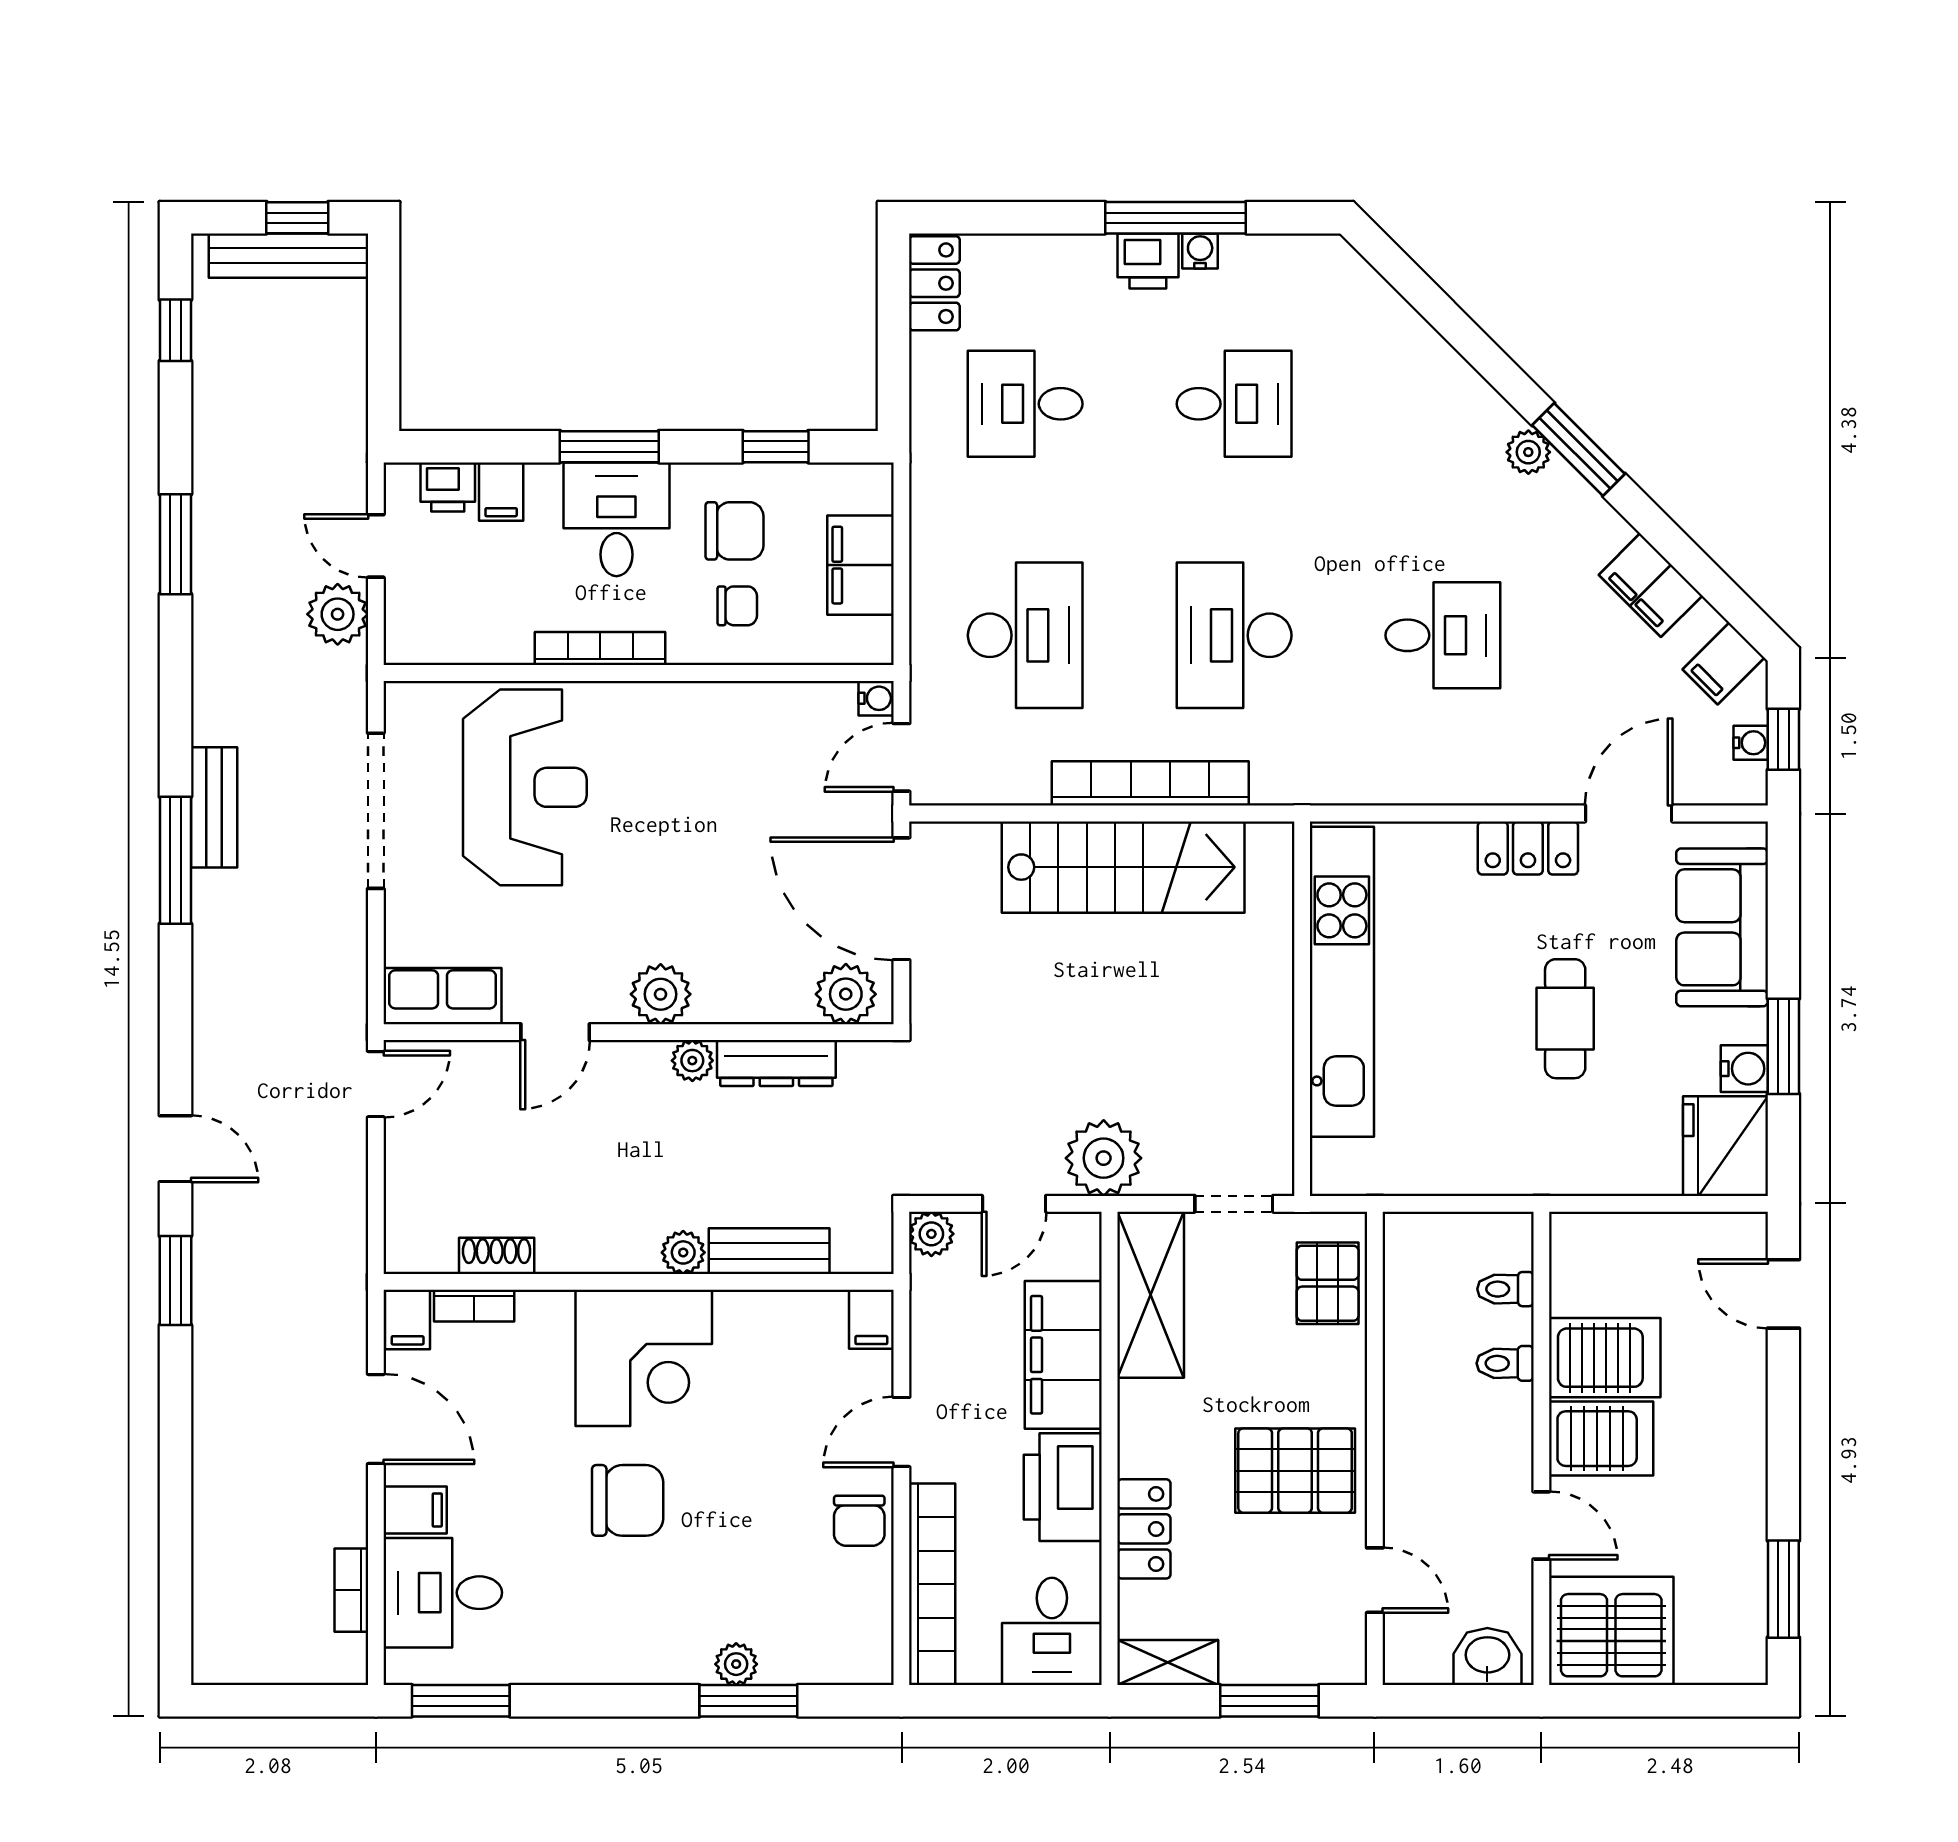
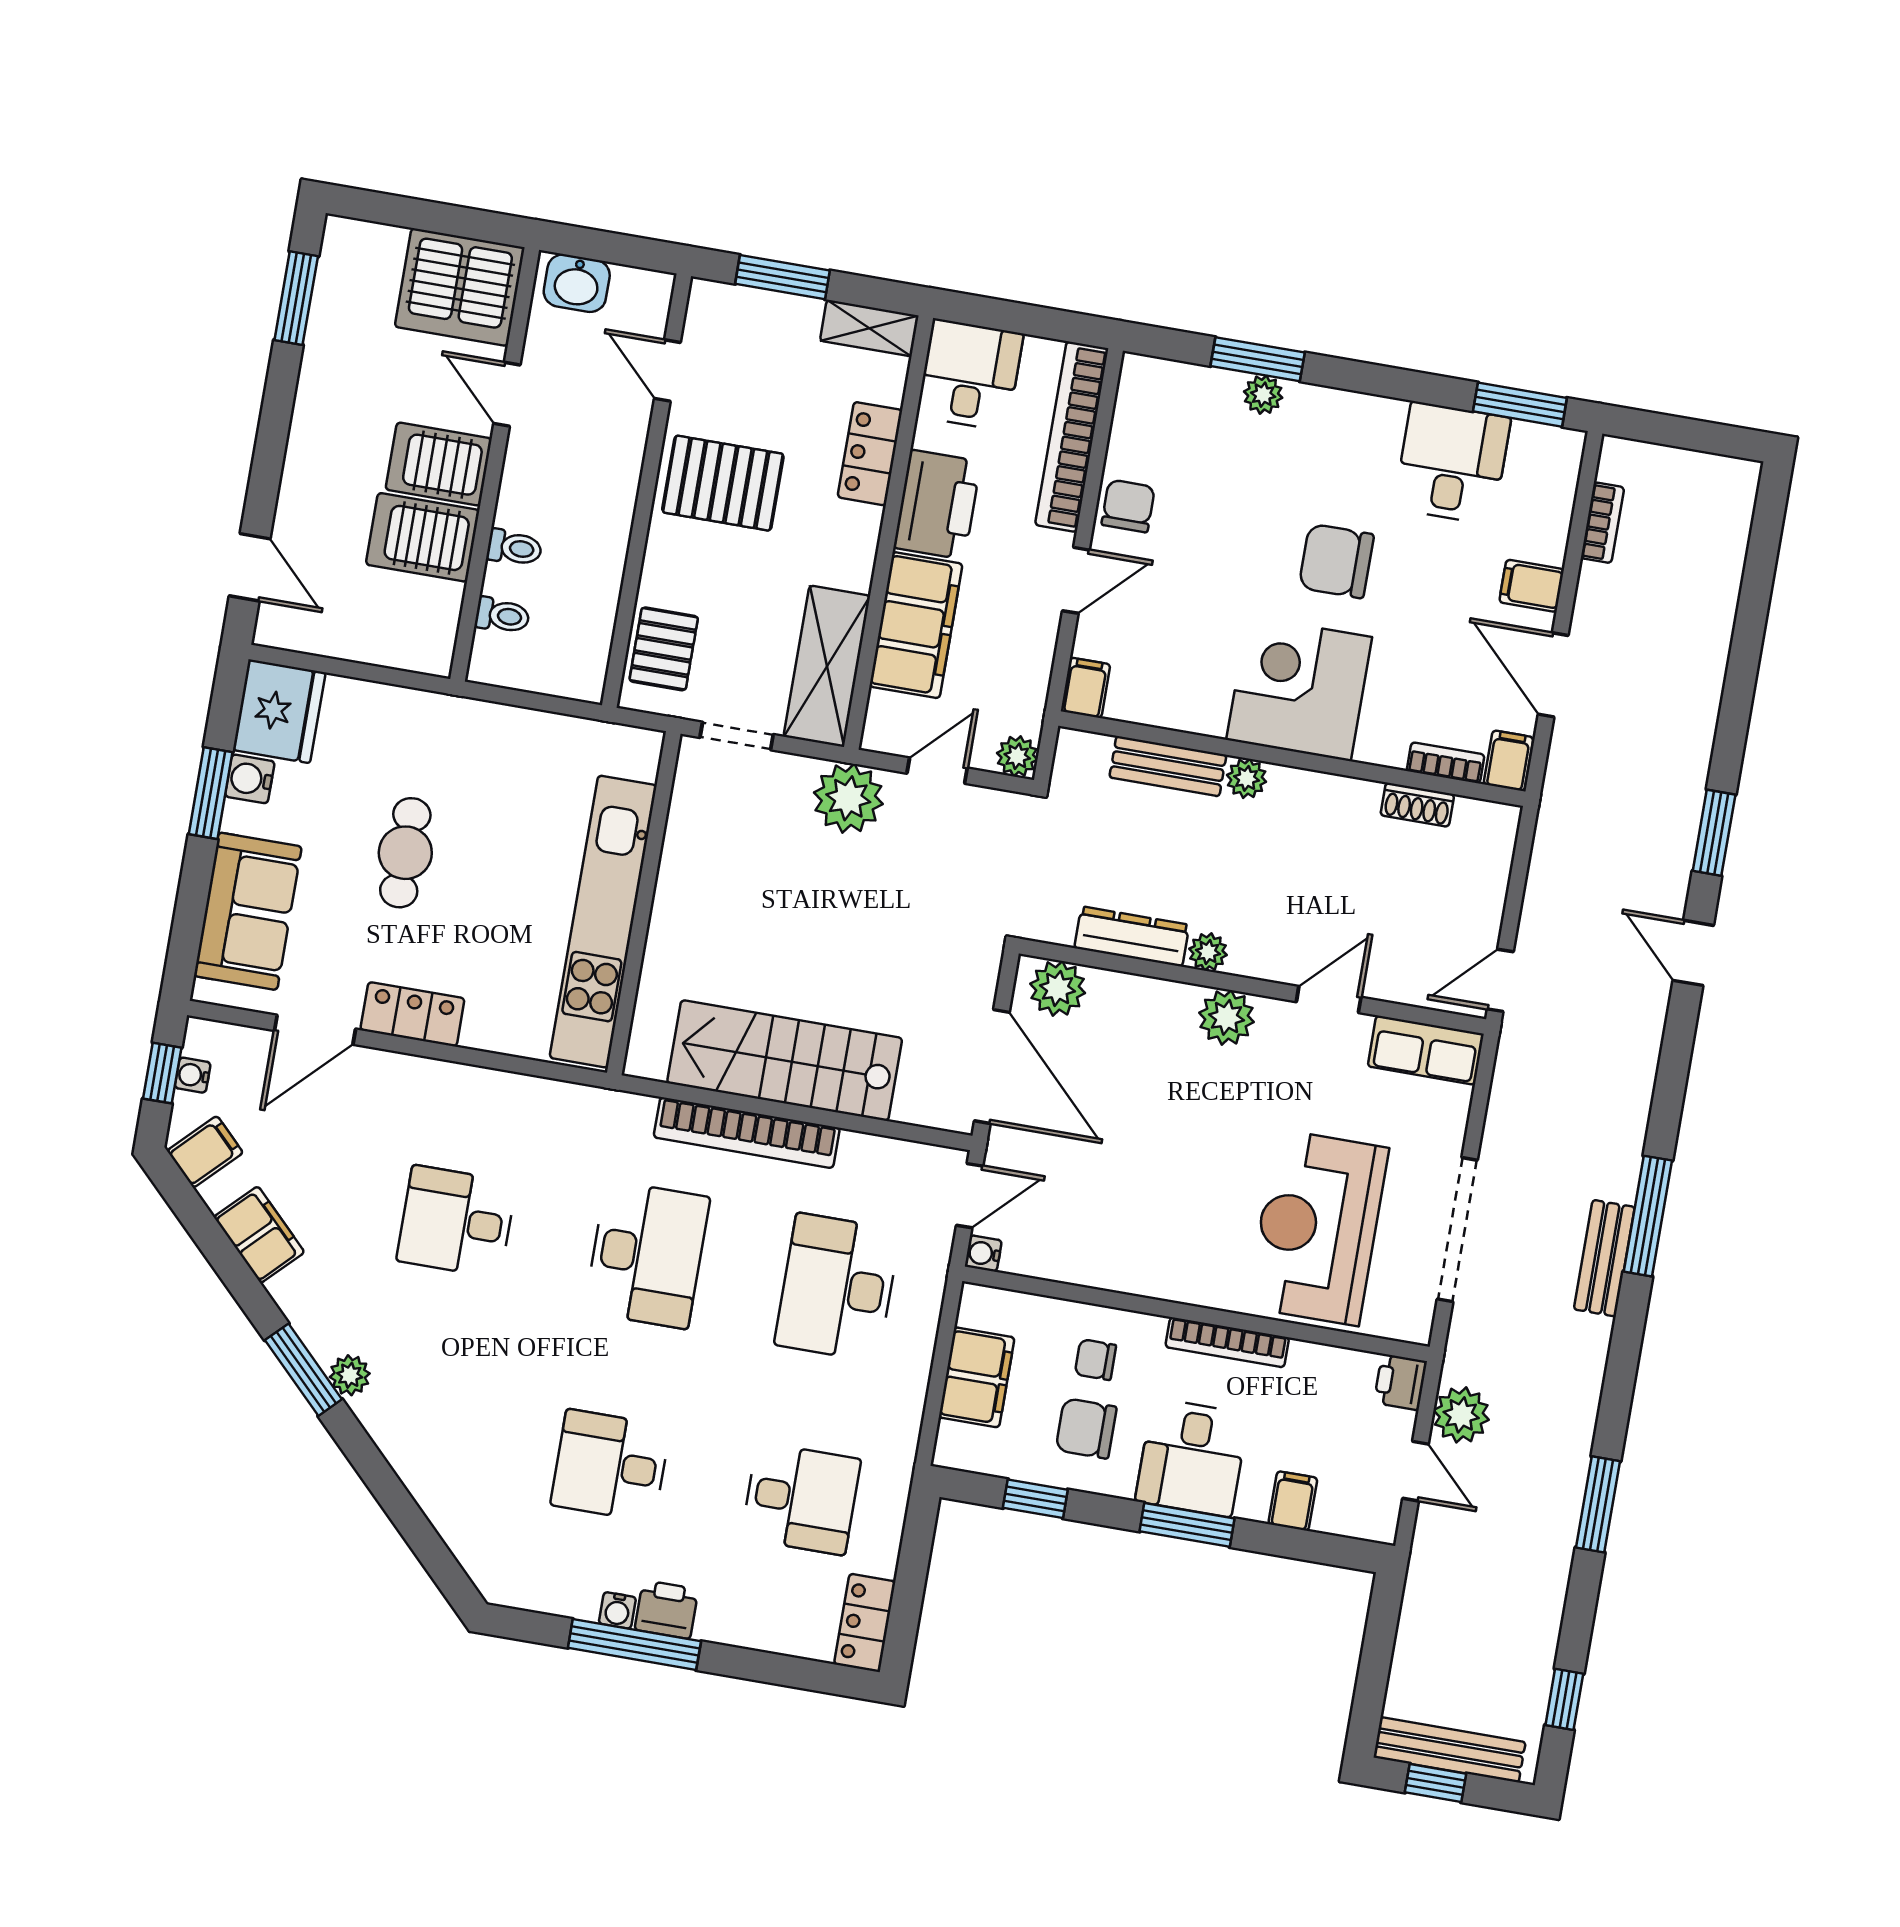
printer: (448, 487) -> (1400, 1382), moved, turned -90
desk: (443, 1593) -> (1452, 463), moved, turned -90

